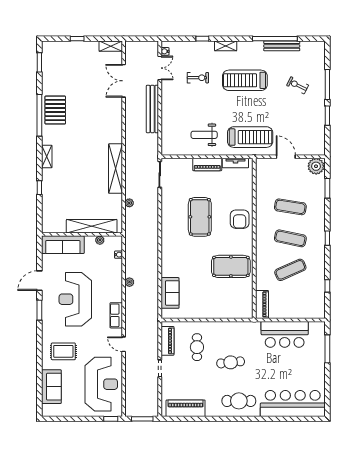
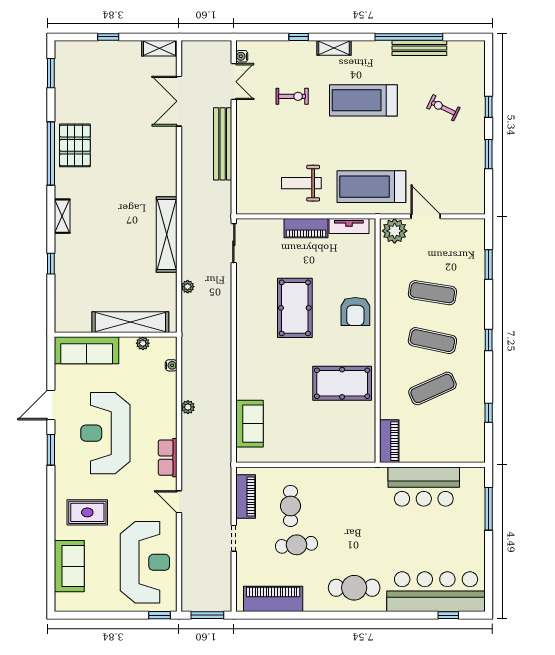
window: (327, 85) -> (489, 107), width x0.46
treadmill: (250, 137) -> (371, 187), turned 180
plant: (316, 166) -> (395, 231), moved
cafe table: (231, 362) -> (297, 545), moved
window: (301, 419) -> (448, 615), added

